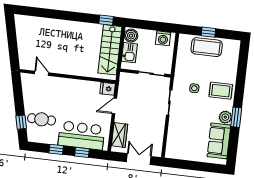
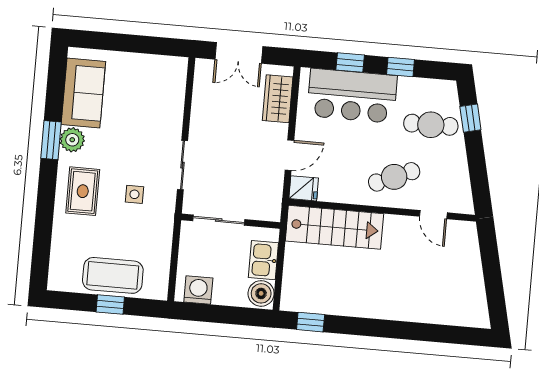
stairs: (110, 50) -> (334, 227), moved, turned 90
rug: (221, 91) -> (83, 191), turned 90
cafe table: (61, 93) -> (394, 177), added

